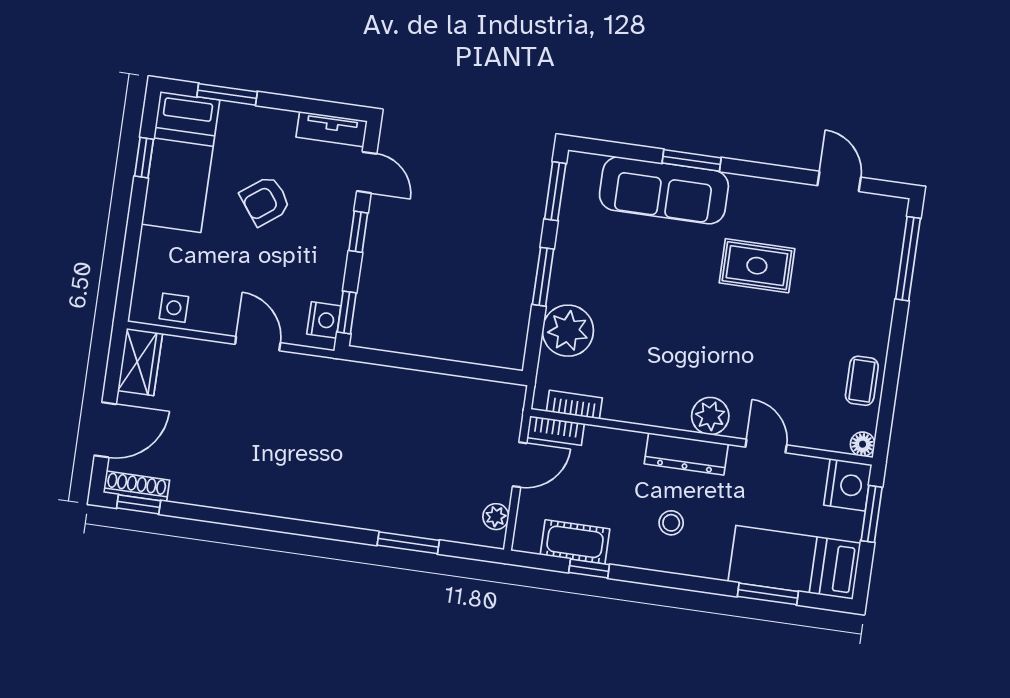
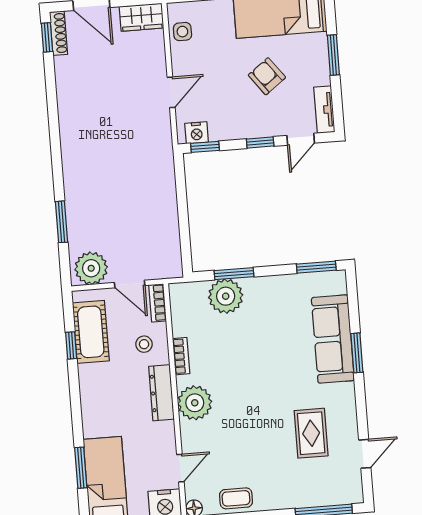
window: (227, 94) -> (333, 55), moved
rug: (757, 266) -> (311, 433), moved
window: (543, 277) -> (234, 274), moved
bookcase: (574, 405) -> (181, 356), moved
plant: (710, 416) -> (195, 403), width x1.36, depth x1.36
door: (766, 446) -> (180, 468), moved
plant: (496, 517) -> (91, 268), width x1.88, depth x1.88
stool: (671, 523) -> (144, 344), moved
cot: (575, 542) -> (91, 332), width x1.37, depth x1.34

